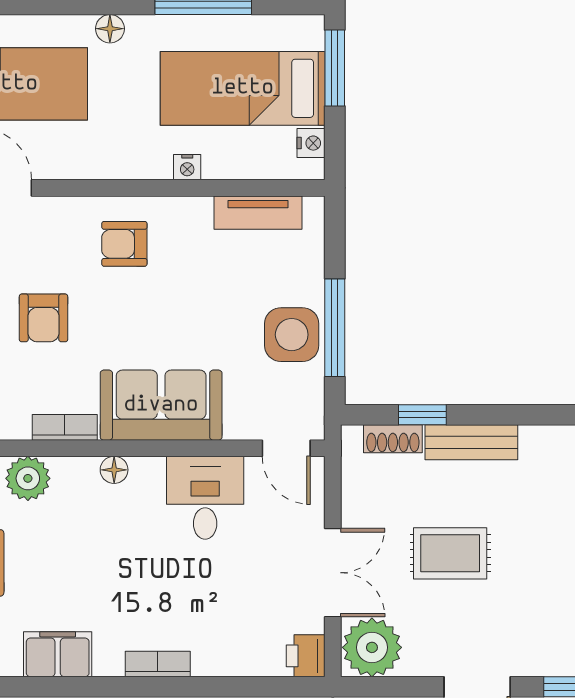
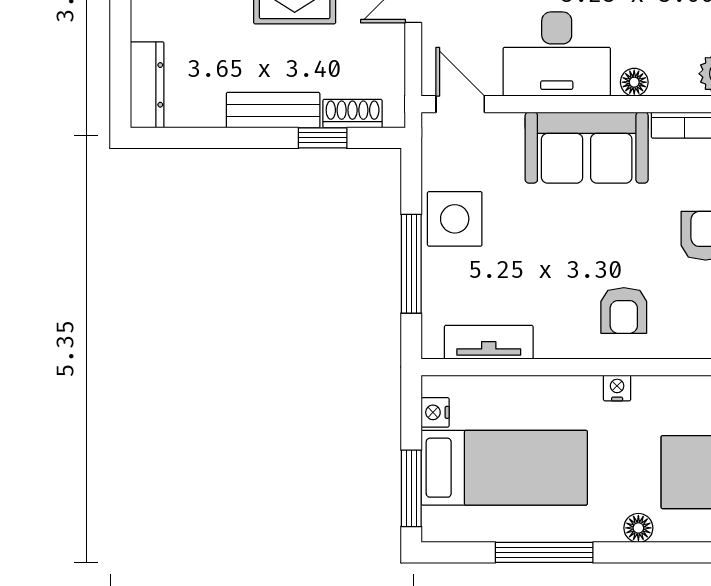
nightstand: (187, 167) -> (617, 388), moved
armchair: (124, 244) -> (624, 311), turned 90
window: (335, 328) -> (411, 264), moved
desk: (205, 498) -> (557, 54), width x1.37

